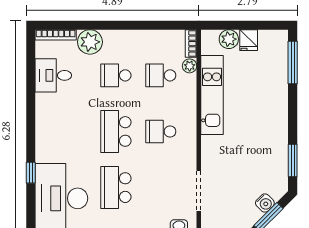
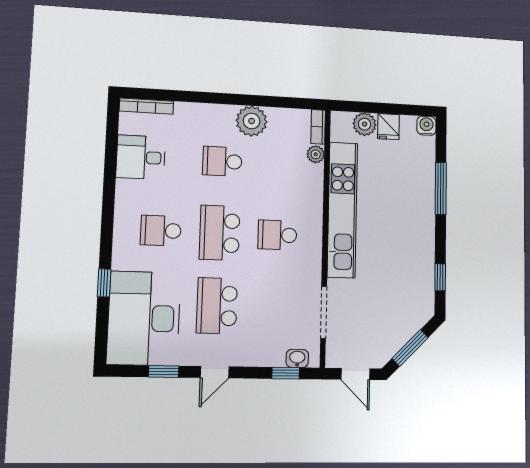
plant: (90, 42) -> (252, 121), moved
window: (293, 62) -> (441, 188), moved
school desk: (161, 75) -> (161, 231), moved
kitchen unit: (212, 95) -> (342, 210), width x1.36
window: (293, 161) -> (440, 277), width x0.67
water cooler: (265, 203) -> (426, 126), moved, turned -135

